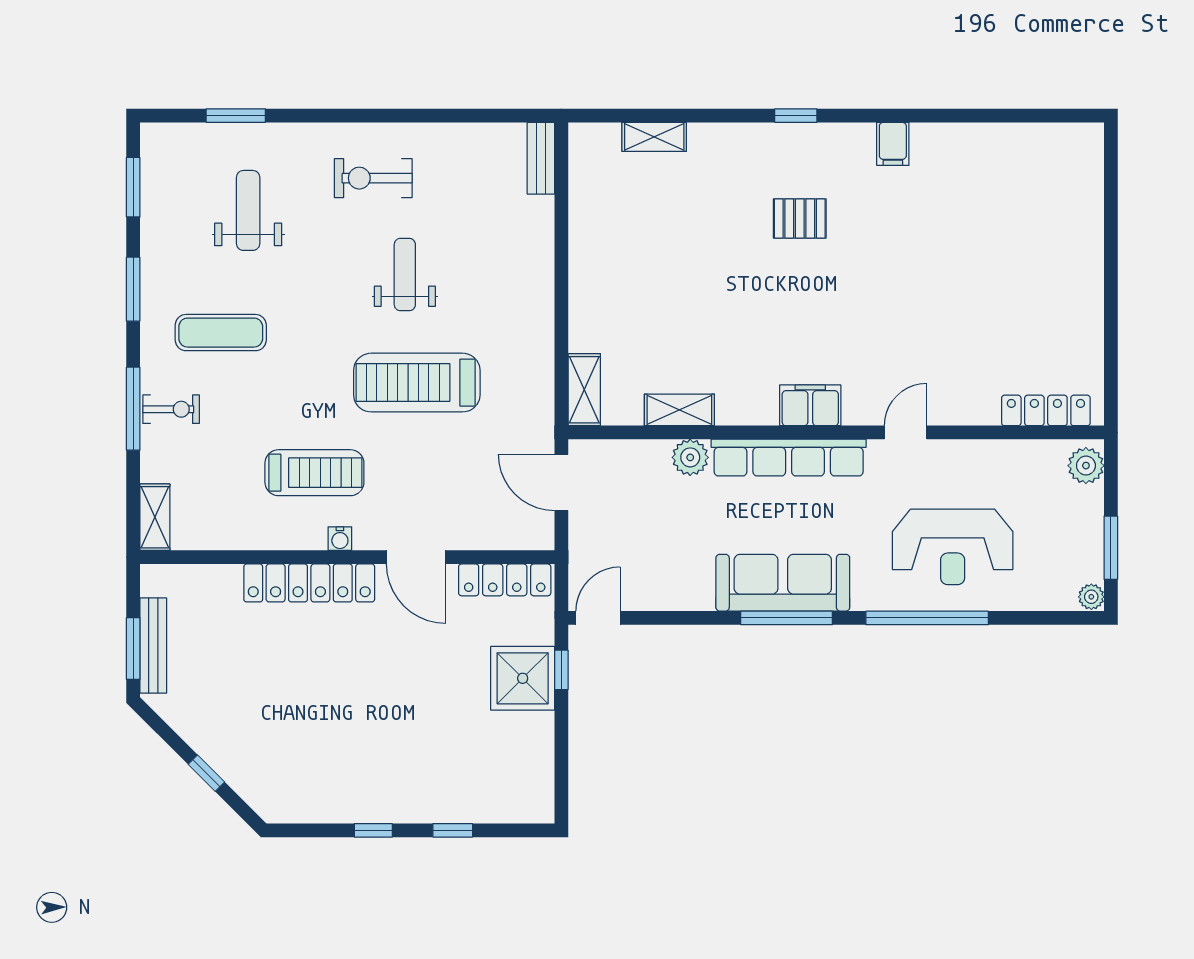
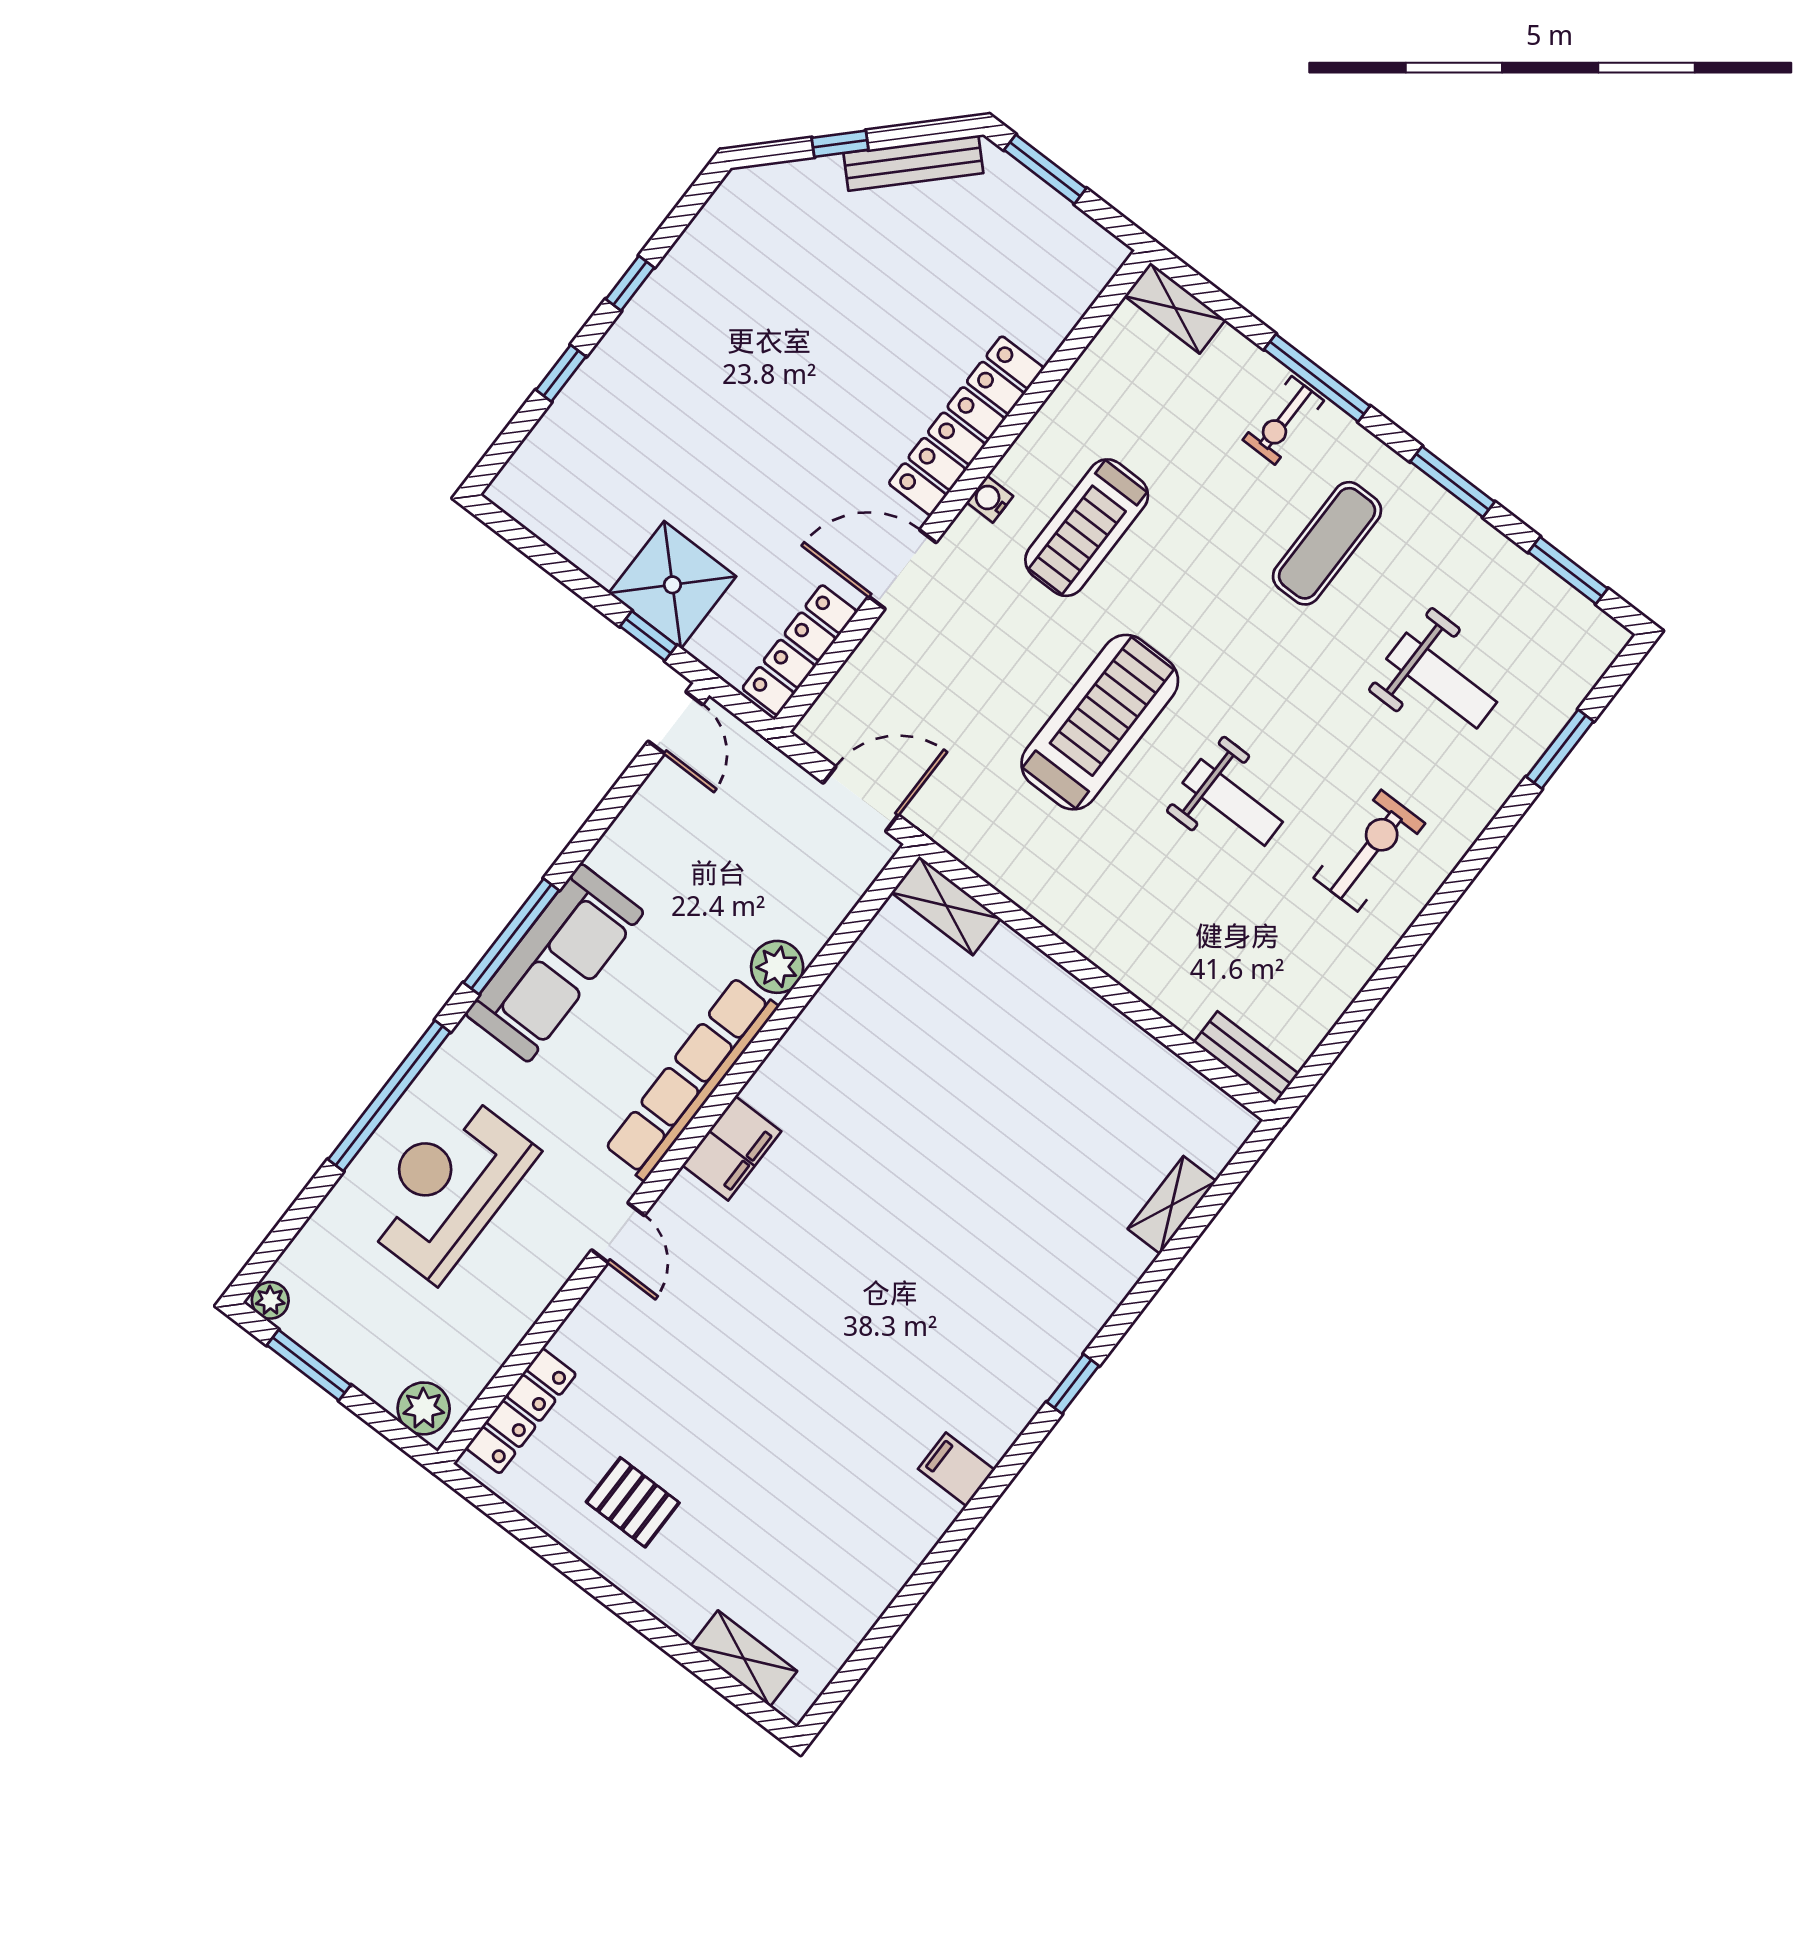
pallet: (800, 219) -> (633, 1502), moved, turned 90
shelving: (679, 410) -> (744, 1659), moved, turned 90
bench: (153, 646) -> (913, 163), moved, turned -45

